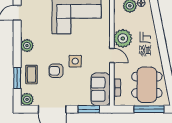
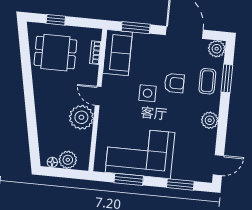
dining table: (147, 85) -> (55, 53), width x0.73
window: (149, 109) -> (56, 20), width x0.46

